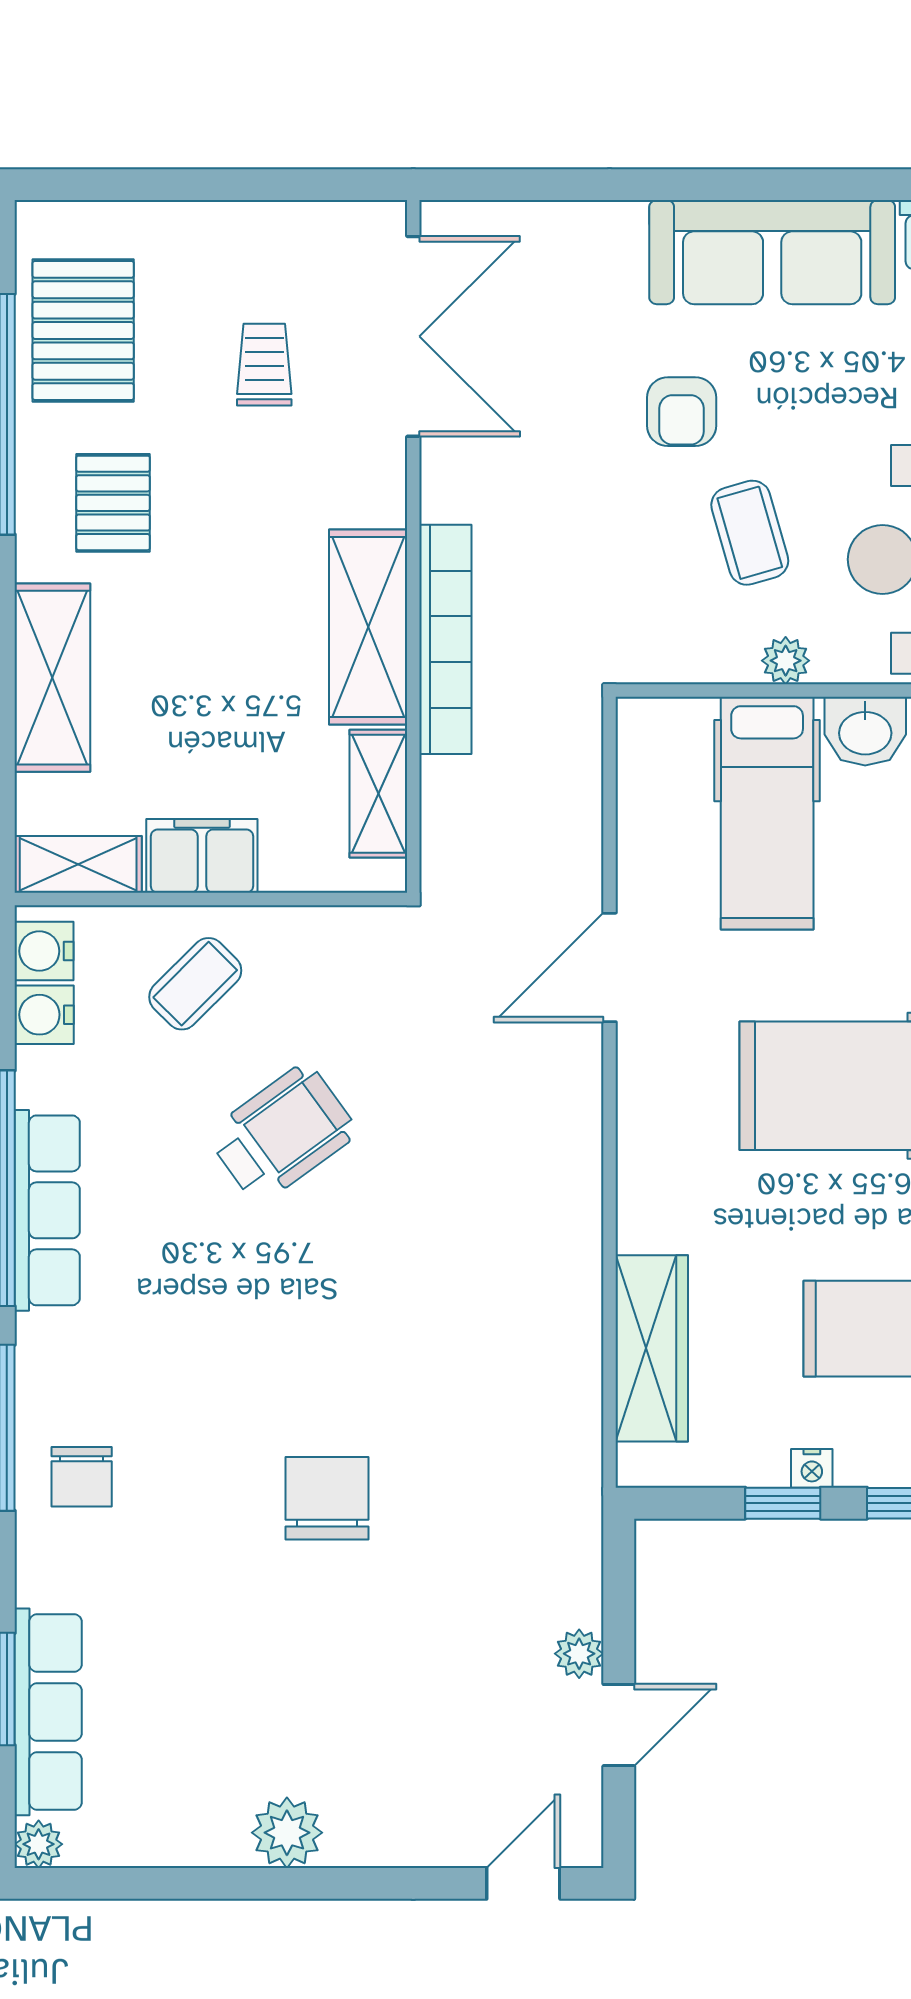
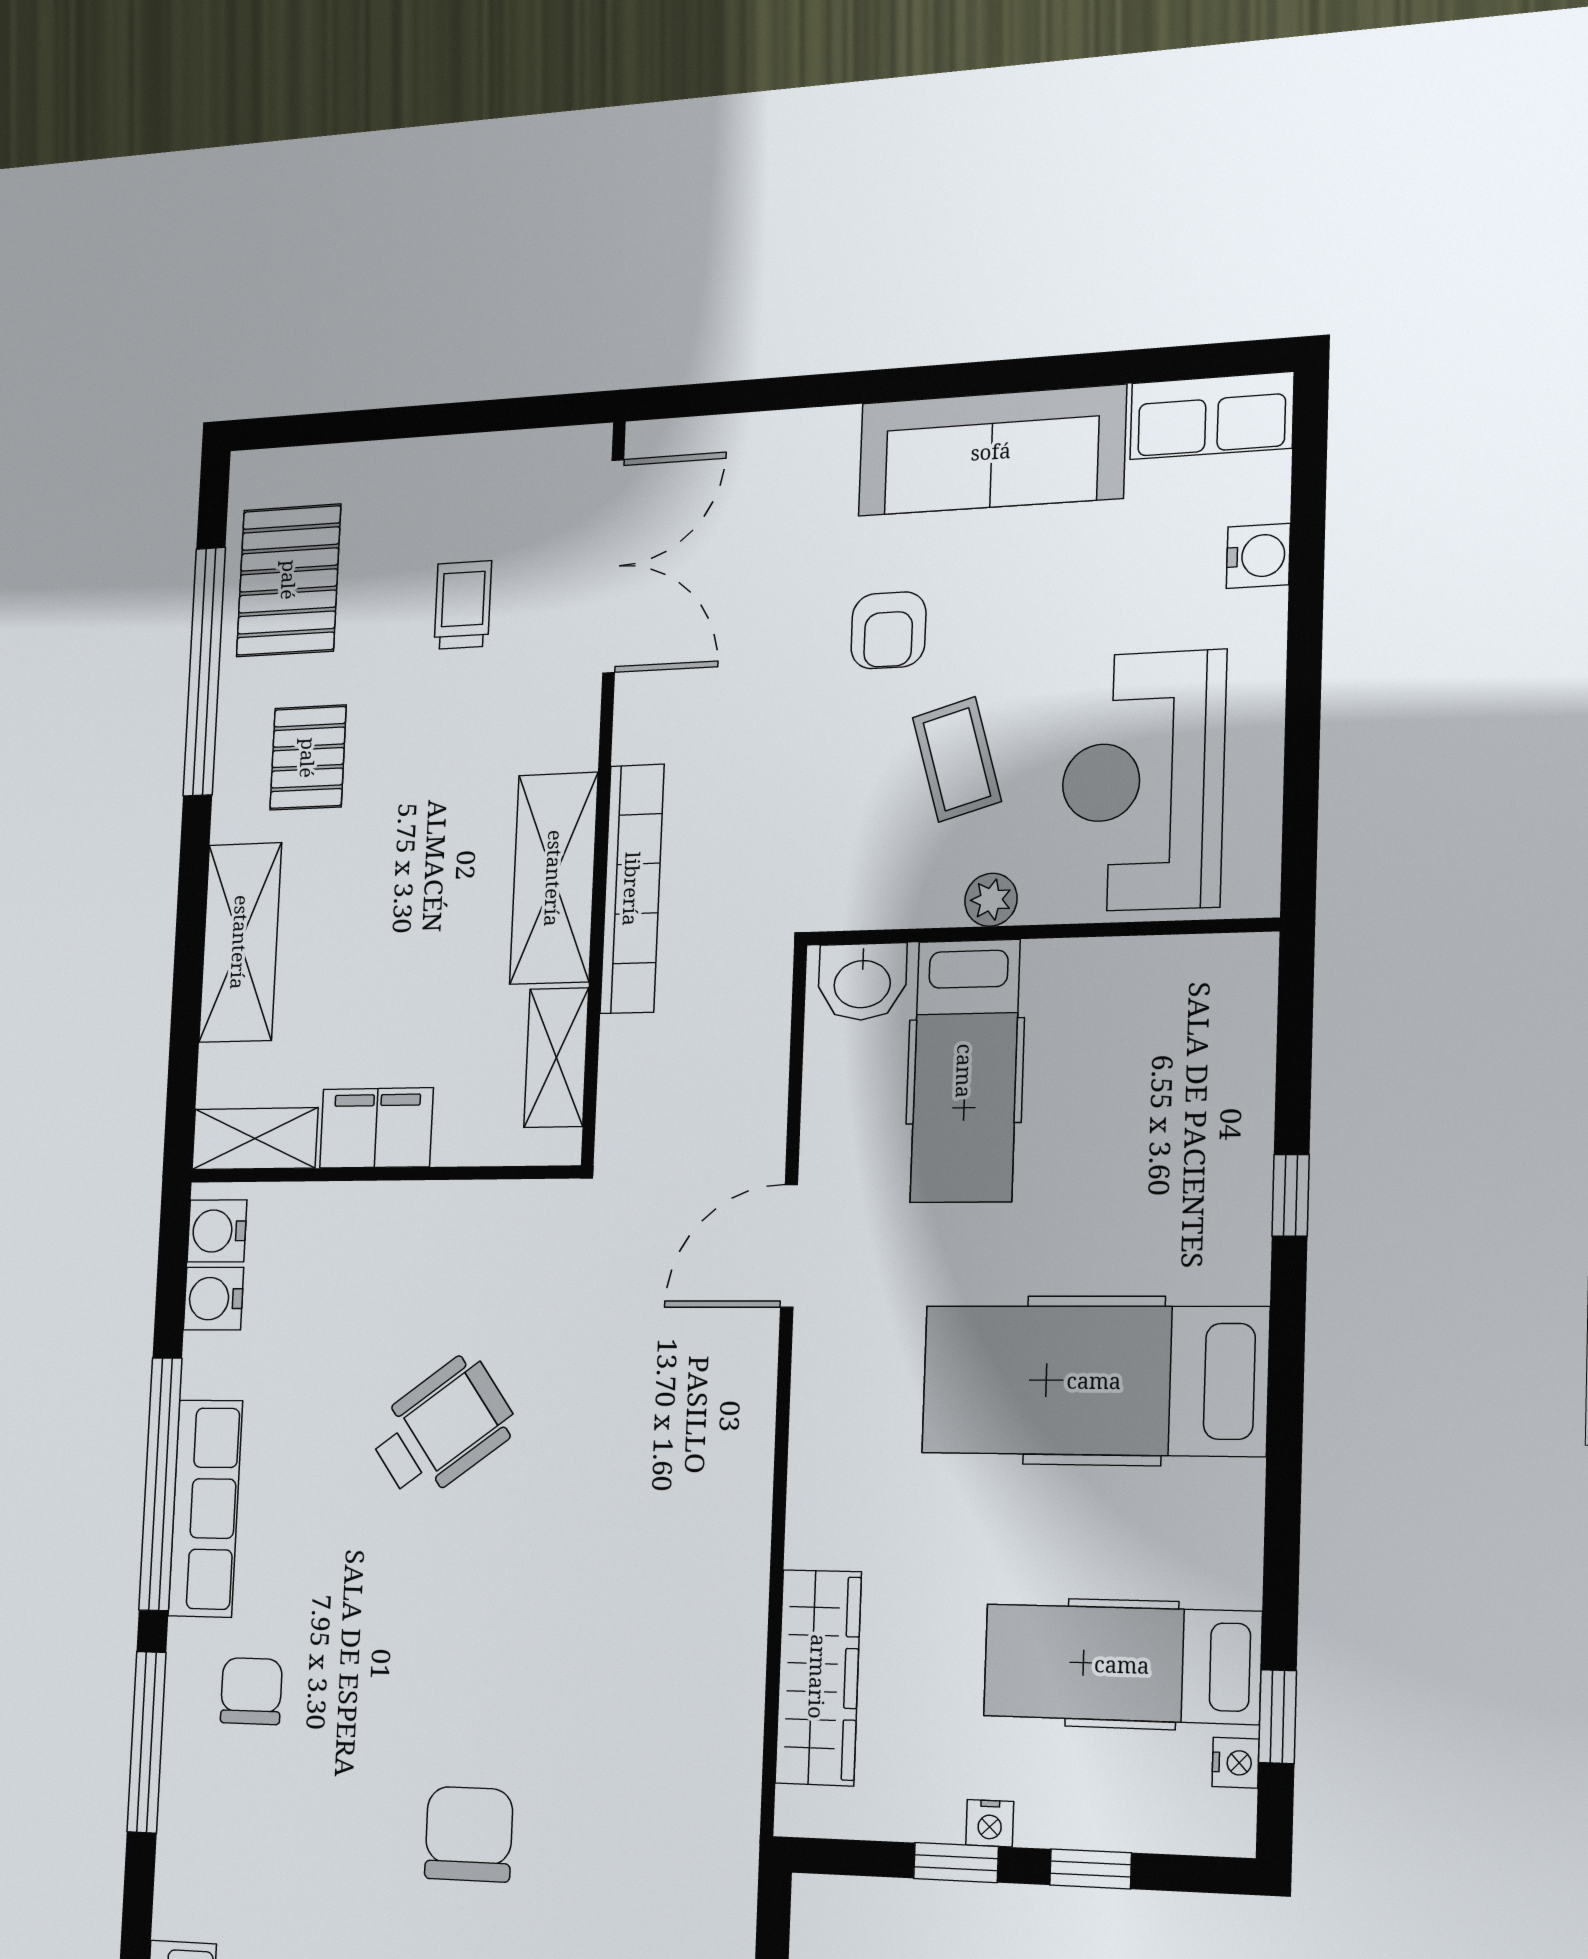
washbasin: (865, 731) -> (862, 982), moved
coffee table: (195, 984) -> (363, 1265), removed
chair: (82, 1477) -> (251, 1691), moved, turned 180

